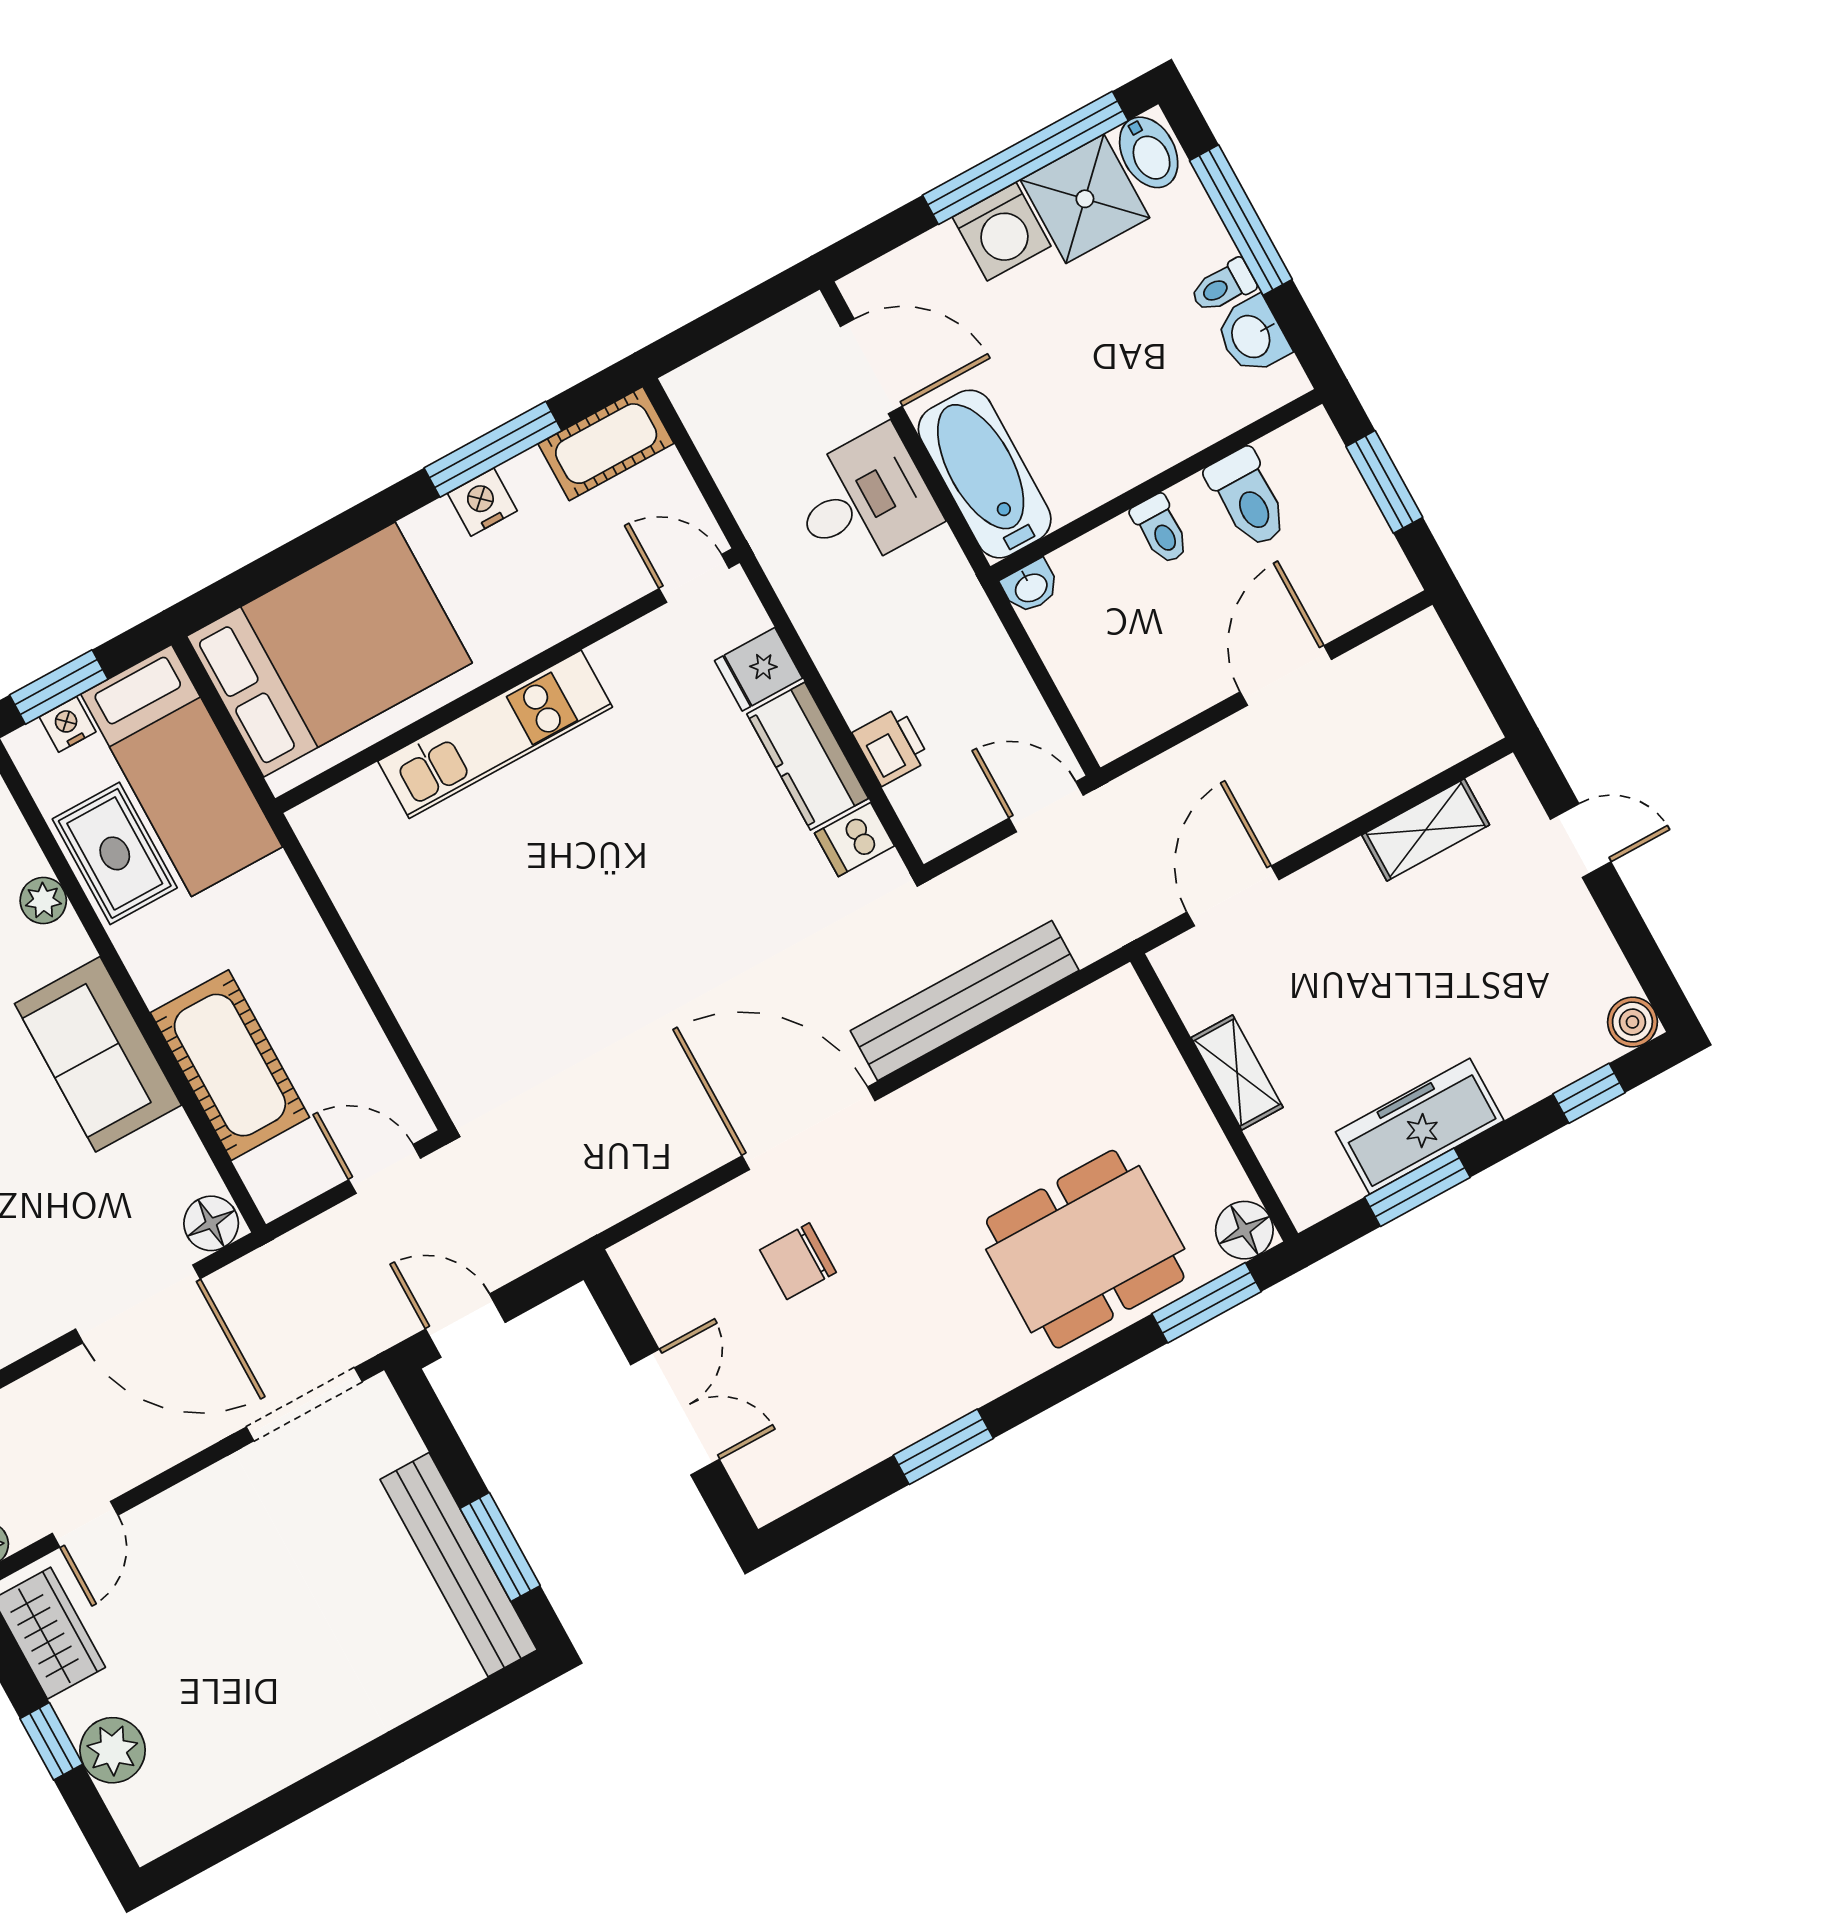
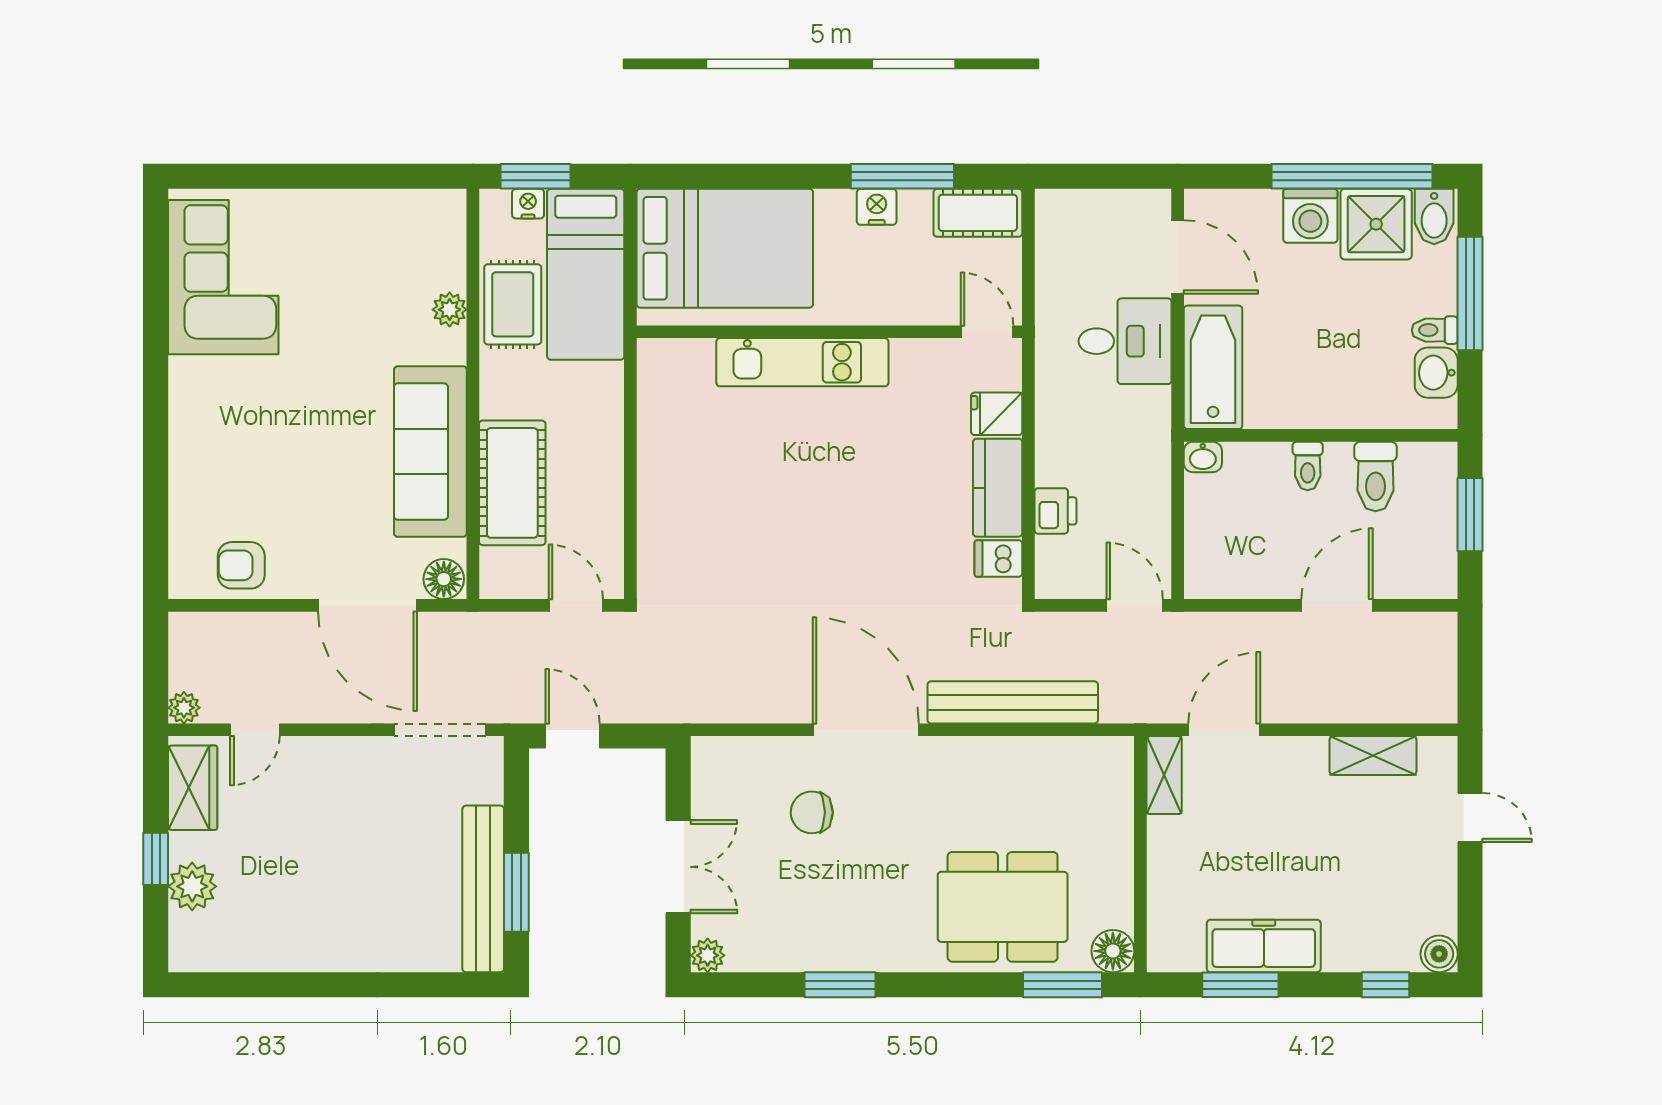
sofa: (98, 1054) -> (430, 452), width x1.36
shelving: (1237, 1072) -> (1164, 775), moved
plant: (767, 1498) -> (708, 955), added

